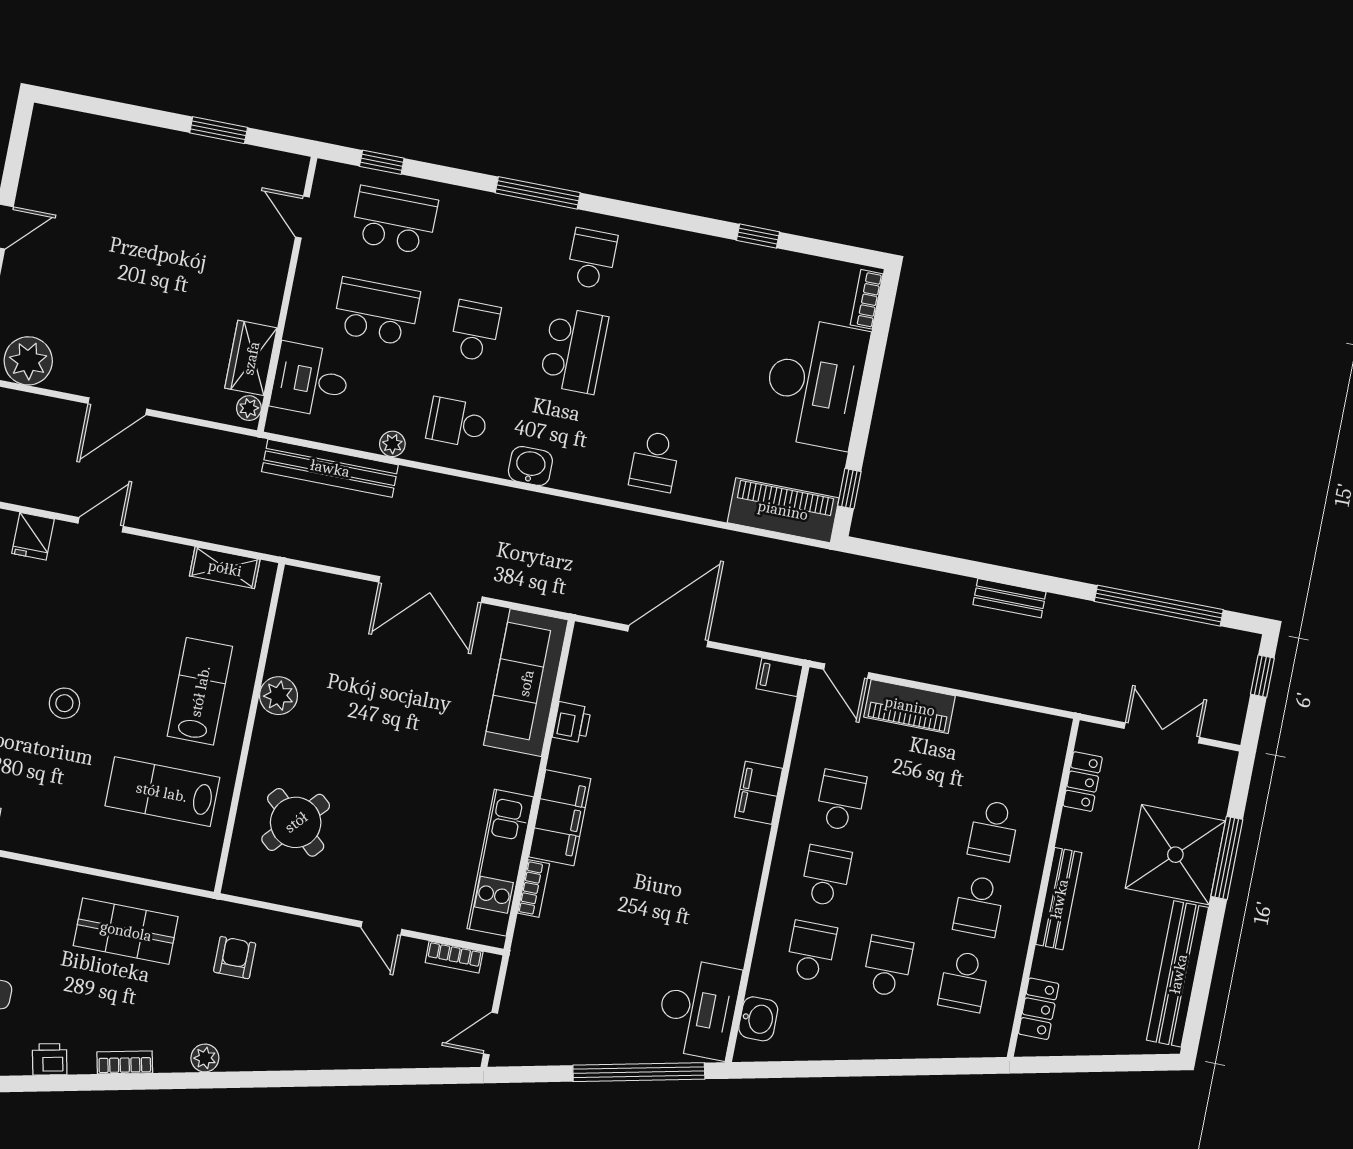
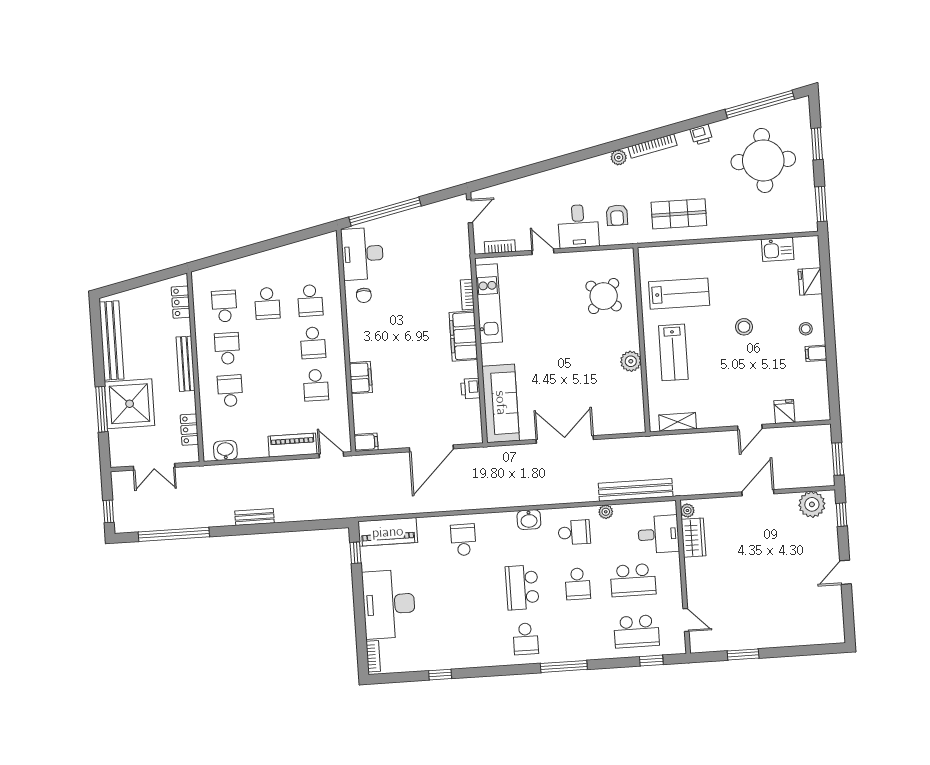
chair: (715, 935) -> (364, 295), added
desk: (307, 956) -> (578, 226), added
washbasin: (758, 1019) -> (225, 450), moved, turned 90
bookcase: (125, 1062) -> (653, 146), width x1.56

